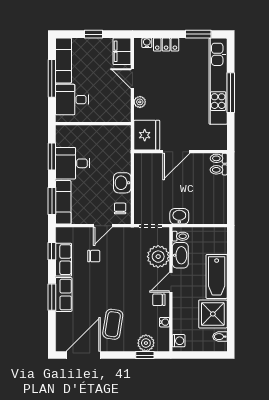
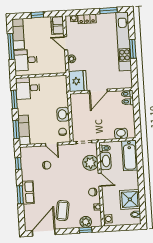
window: (231, 93) -> (133, 49), width x0.69
desk: (73, 163) -> (28, 88), moved
washbasin: (179, 216) -> (121, 134), moved
door: (103, 226) -> (52, 144), hinge flipped
row of seats: (63, 260) -> (26, 169), removed
bathtub: (217, 276) -> (130, 155), moved
door: (171, 282) -> (100, 180), swing flipped

